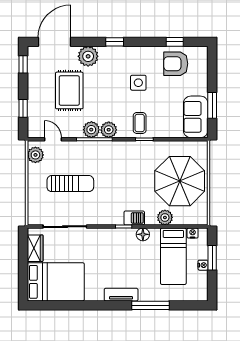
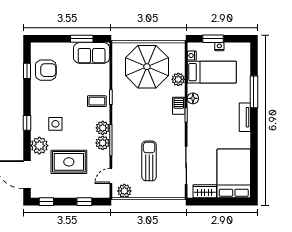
armchair: (176, 64) -> (46, 70), turned -90
side table: (138, 83) -> (55, 124), moved

